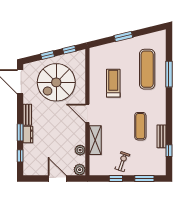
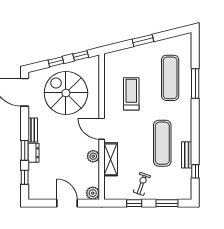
spiral stairs: (56, 82) -> (66, 93), turned 90
exercise mat: (140, 126) -> (162, 143), width x1.36, depth x1.45
plant: (80, 150) -> (93, 156), moved

